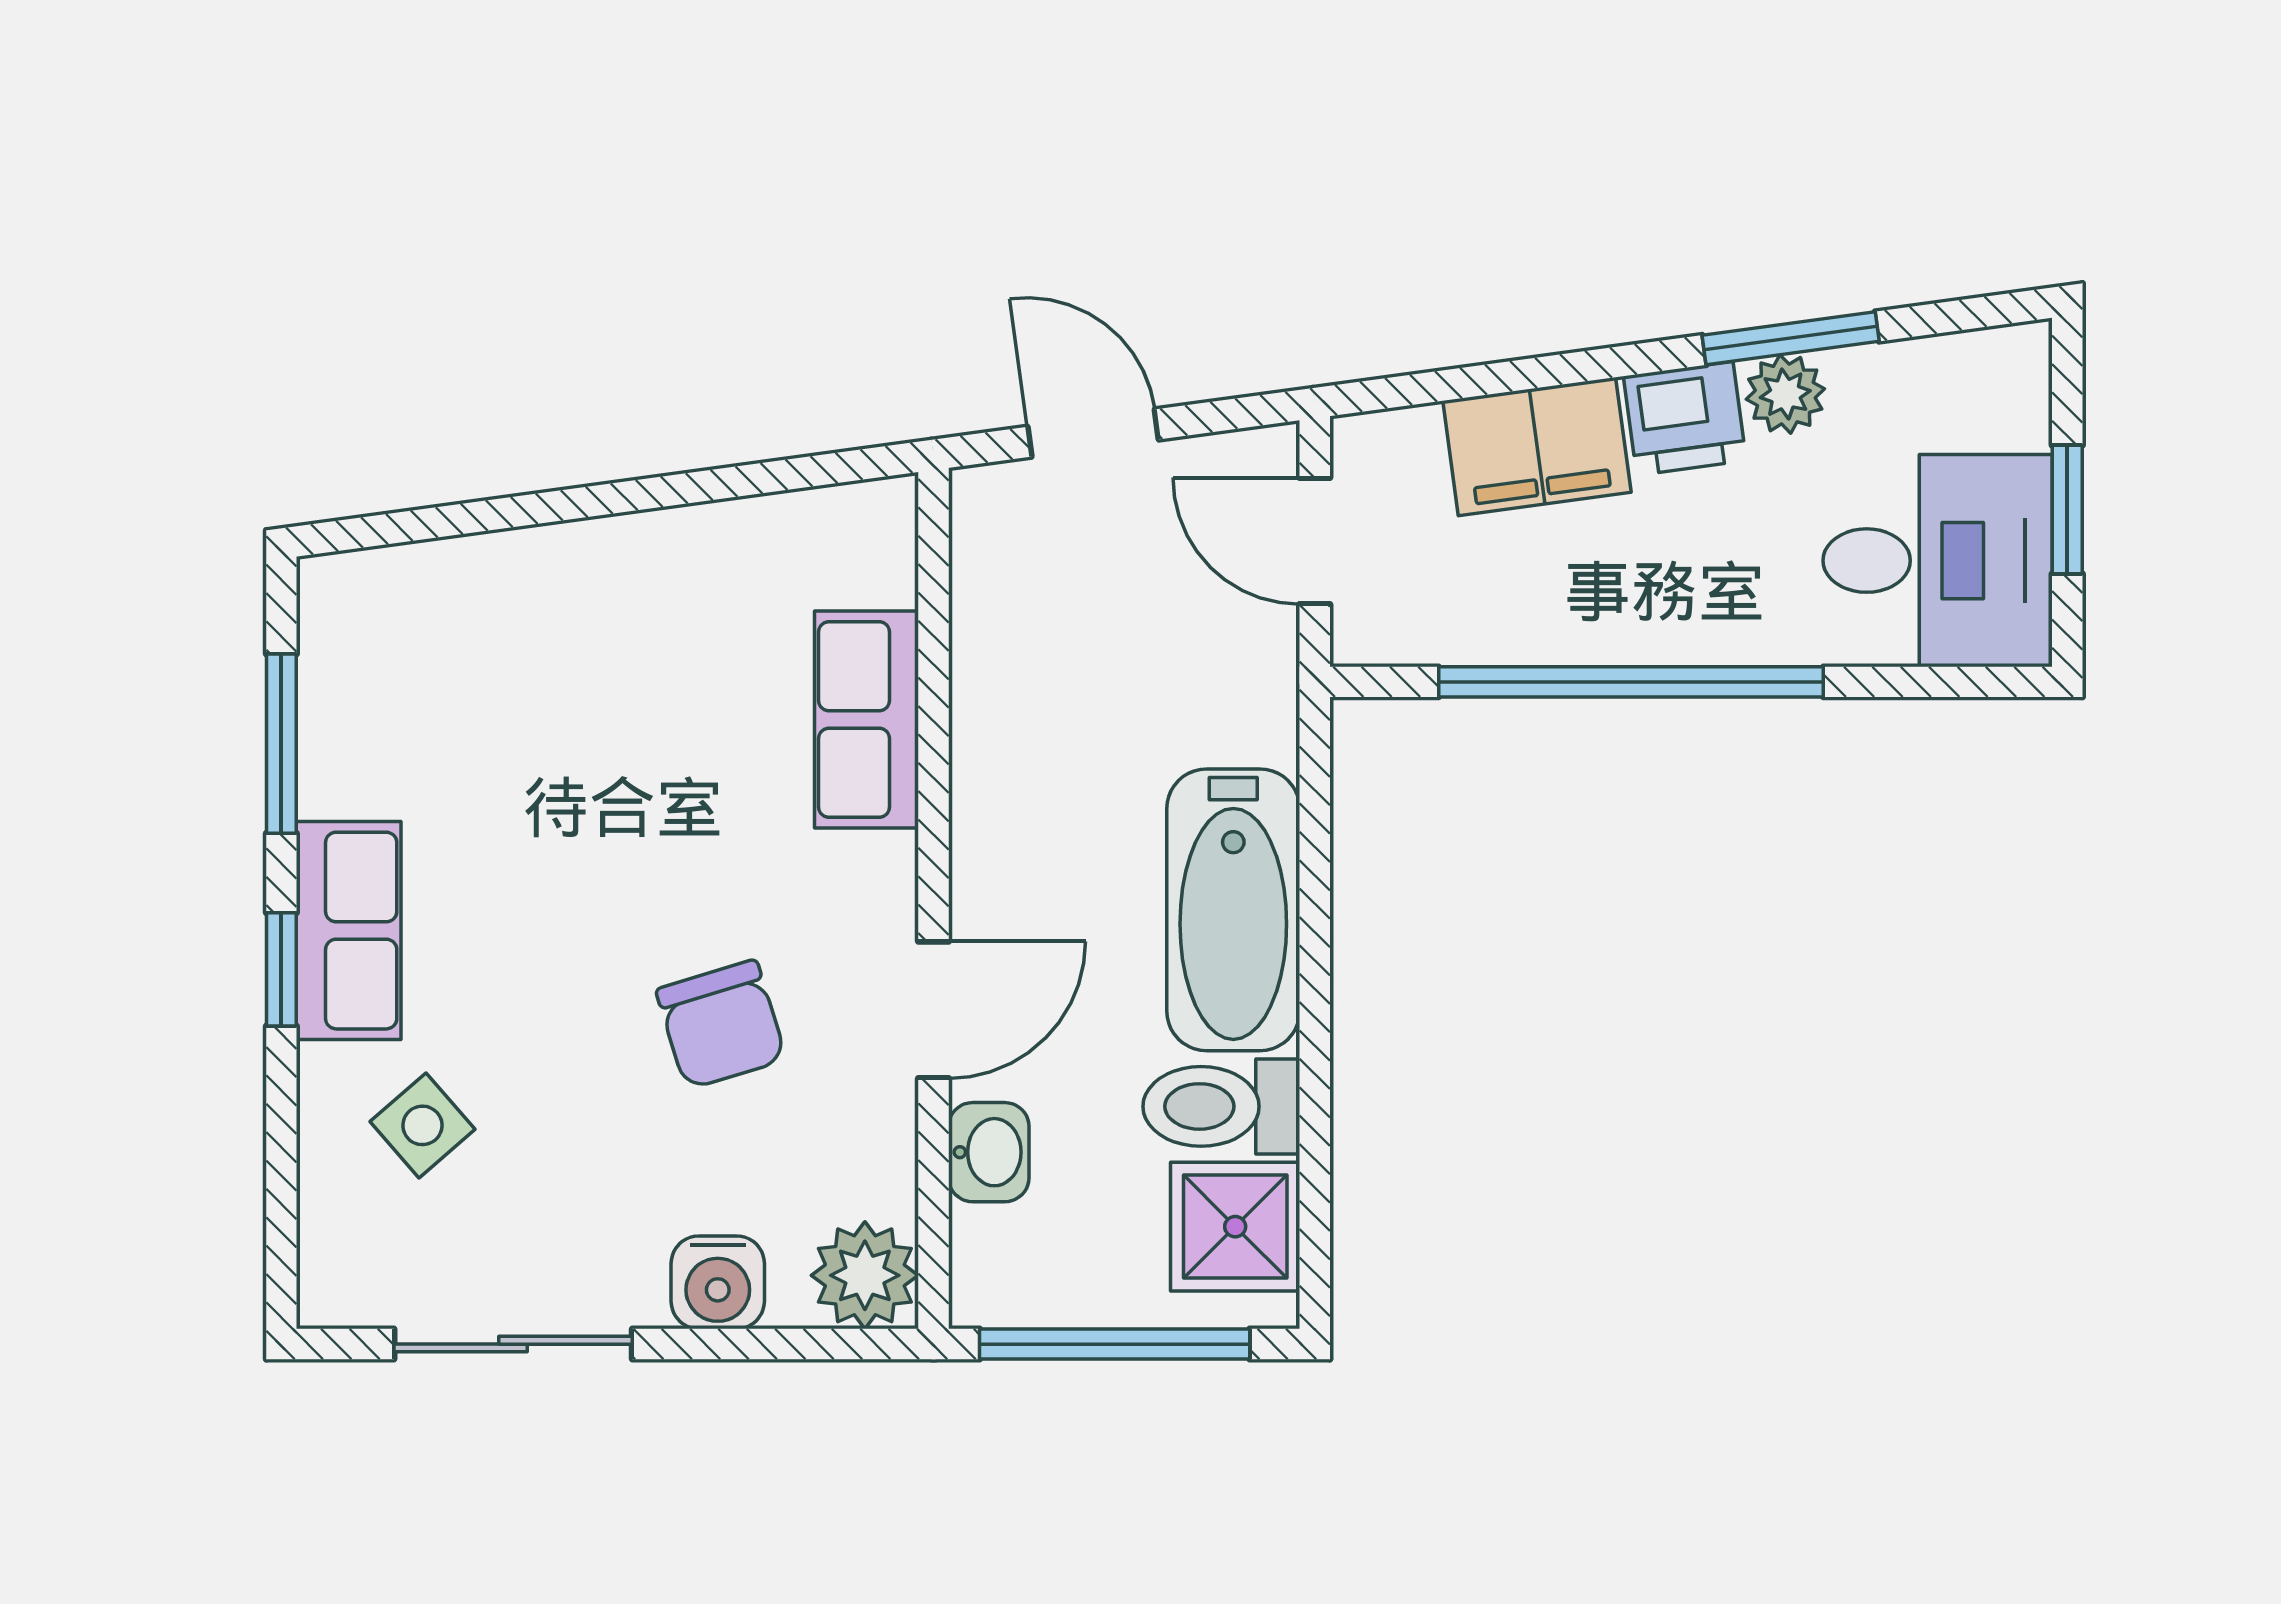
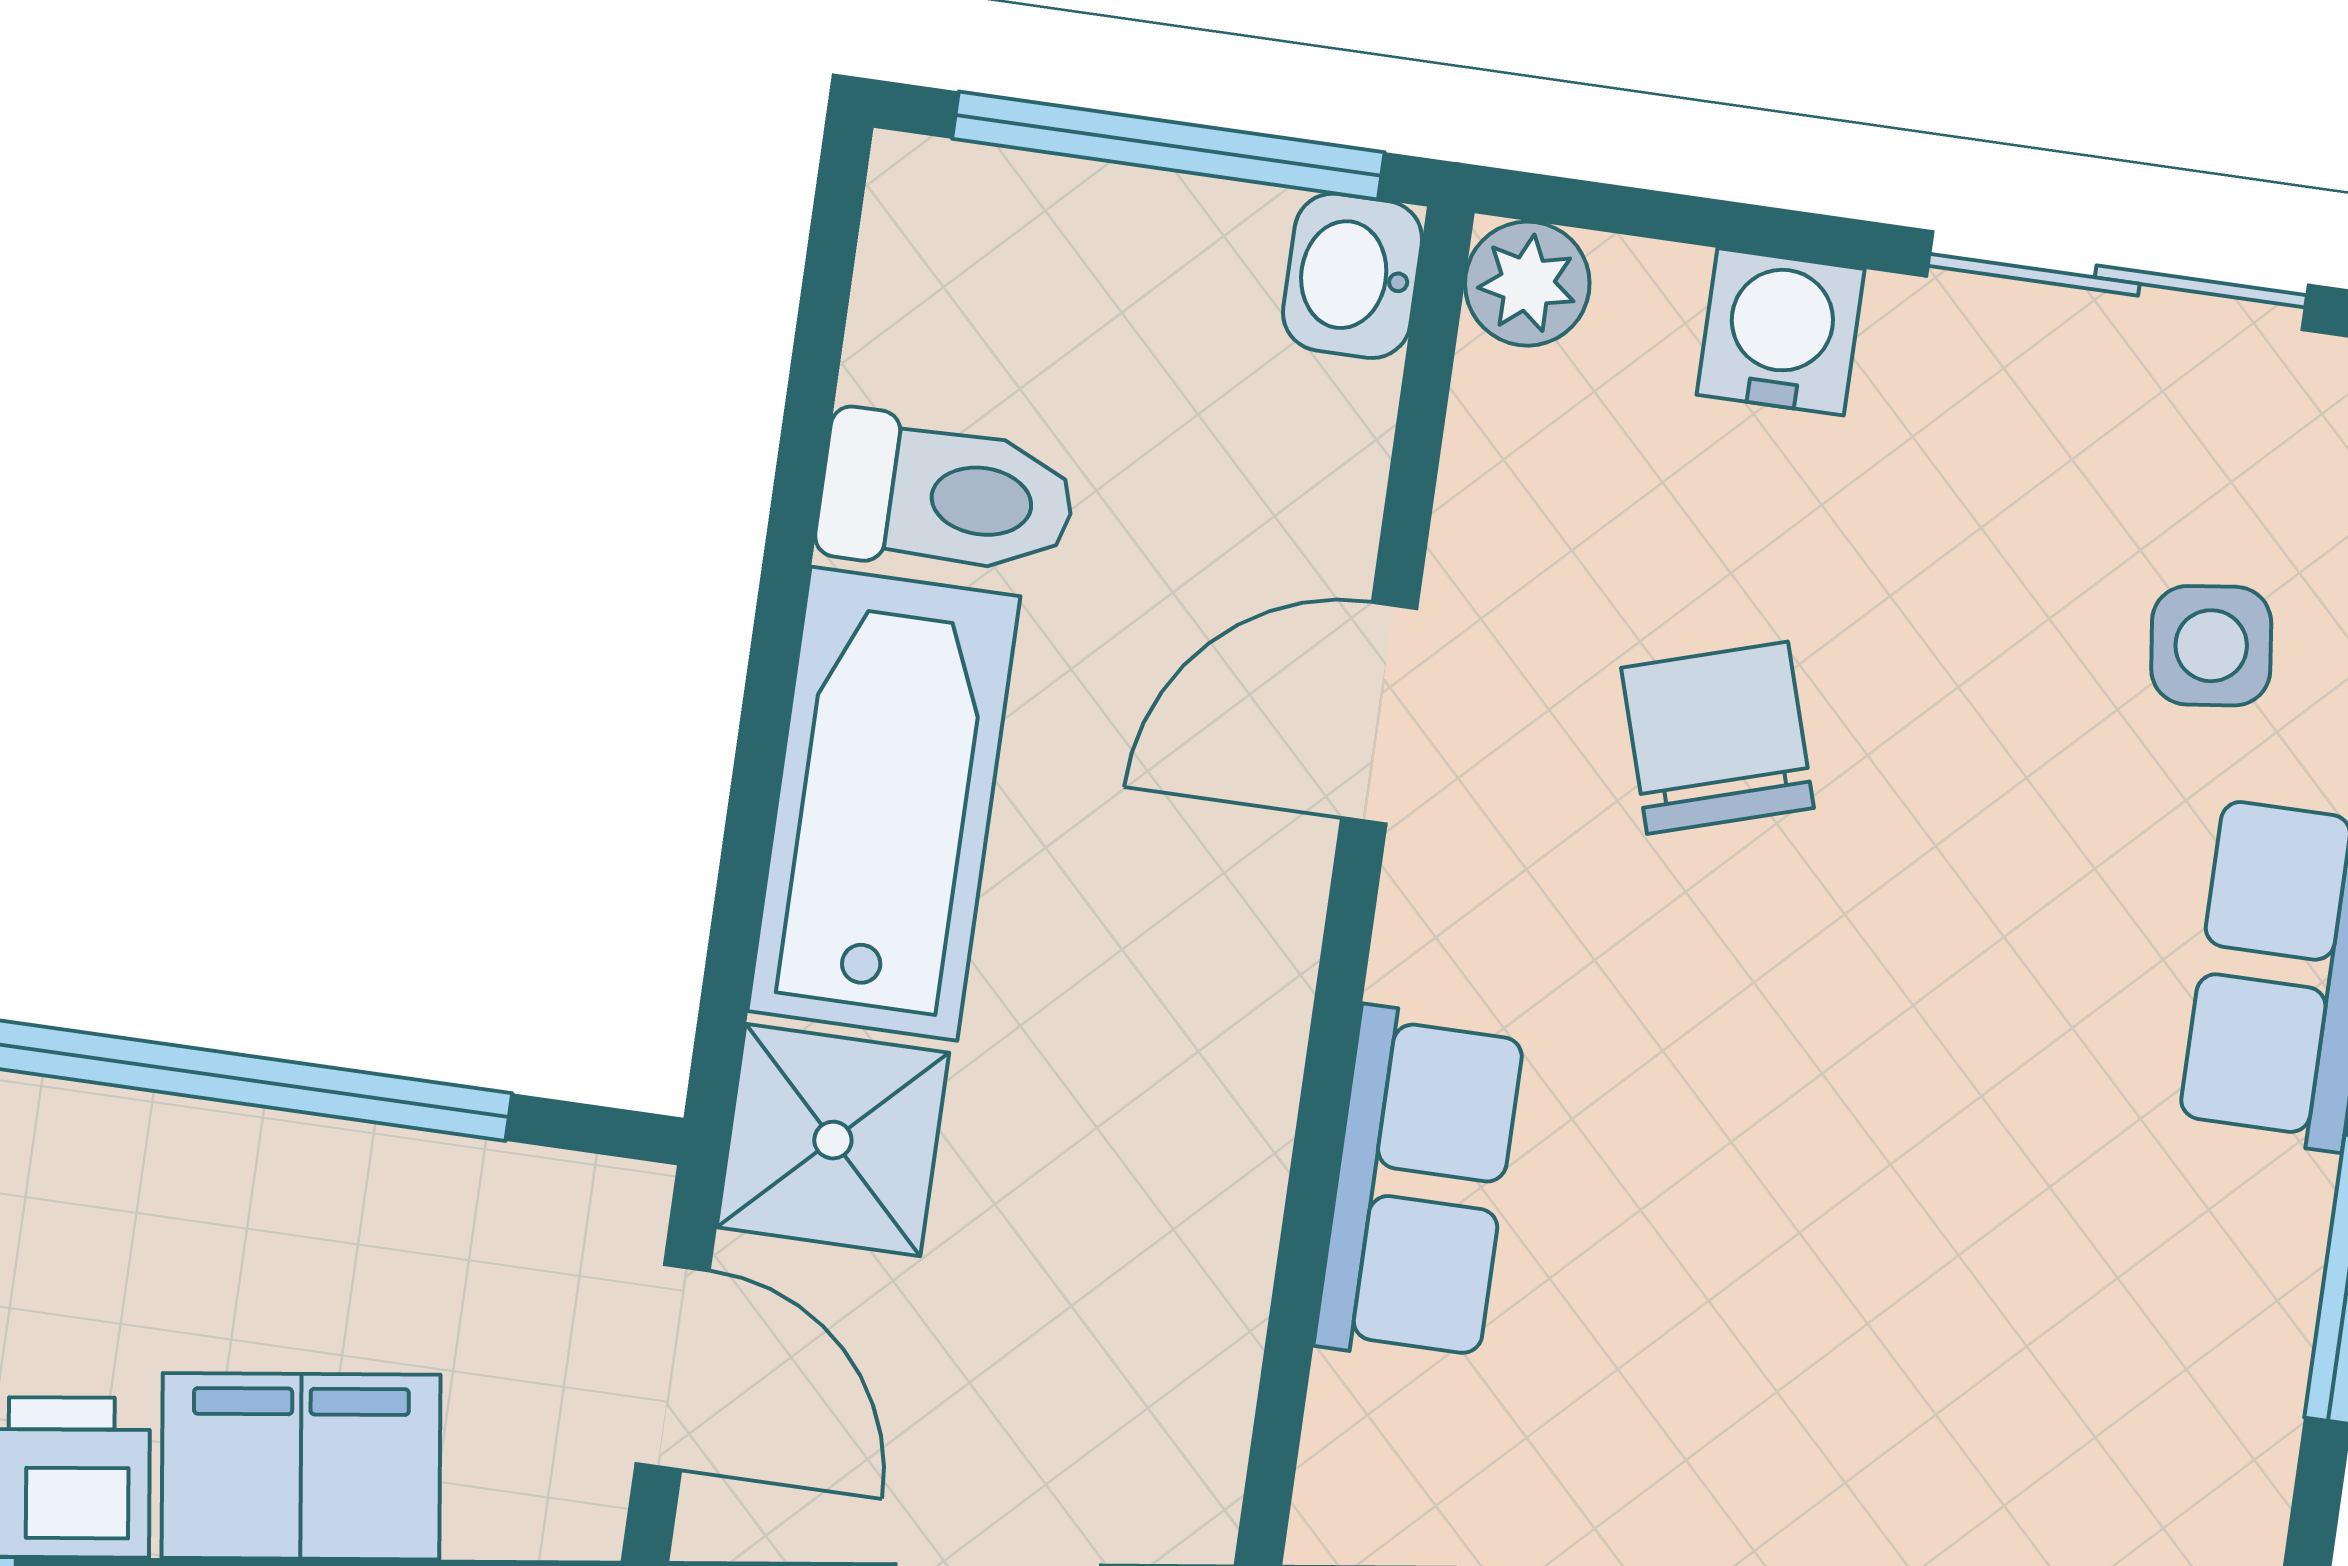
side table: (422, 1125) -> (2211, 646), turned 34
washbasin: (989, 1152) -> (1353, 276), moved
shower: (1235, 1227) -> (833, 1140), moved
plant: (865, 1275) -> (1527, 284), width x0.73, depth x0.73

